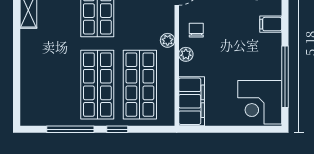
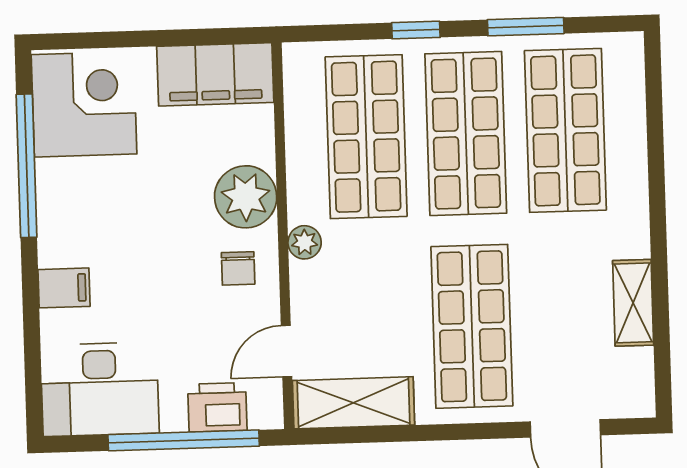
plant: (186, 54) -> (246, 197), width x1.88, depth x1.88
shop shelf: (55, 85) -> (565, 130), added
filing cabinet: (192, 101) -> (215, 74), moved, turned -90
window: (70, 129) -> (526, 27), width x0.69

